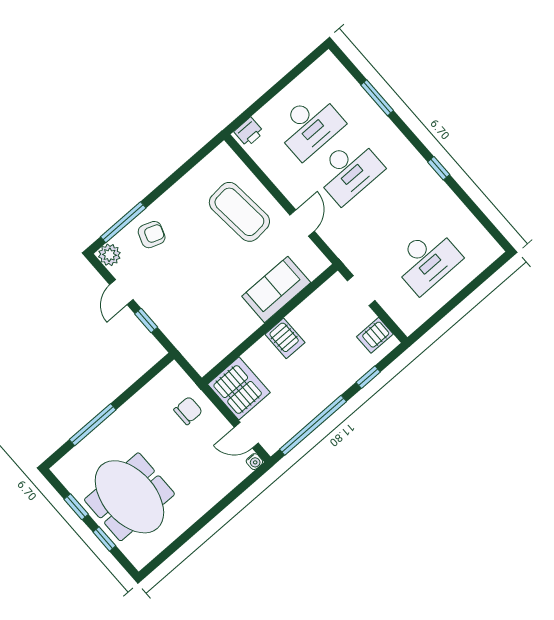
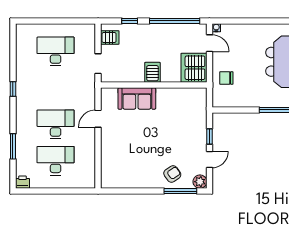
printer: (249, 132) -> (23, 182), moved
coffee table: (239, 212) -> (123, 149), removed
armchair: (152, 235) -> (172, 174), turned 125

